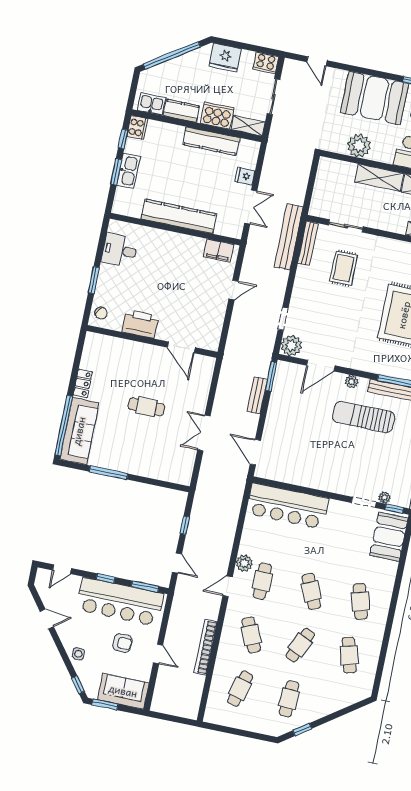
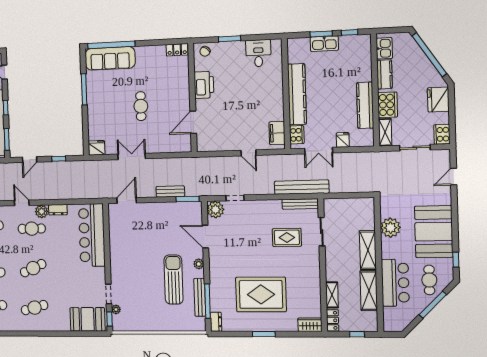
cooker: (137, 128) -> (297, 135), moved, turned -90
locker: (83, 383) -> (177, 50), moved
fridge: (183, 474) -> (97, 148), added
dresser: (247, 542) -> (58, 210), added

